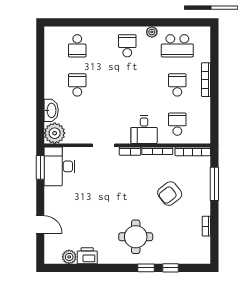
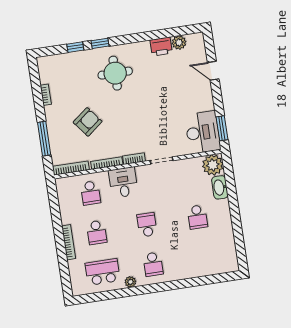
school desk: (77, 46) -> (147, 225), moved

